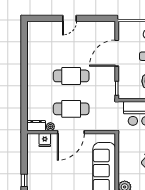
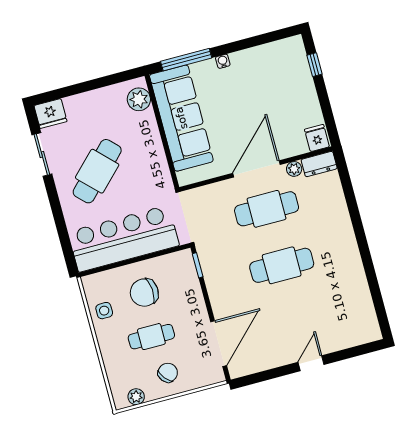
door: (117, 53) -> (219, 344), moved
fridge: (45, 140) -> (317, 138), moved

